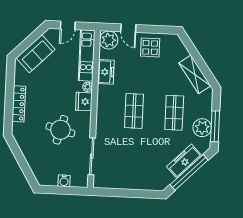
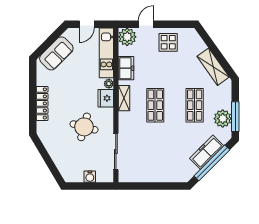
door: (128, 28) -> (146, 24), swing flipped
shelving: (102, 102) -> (124, 98), added

